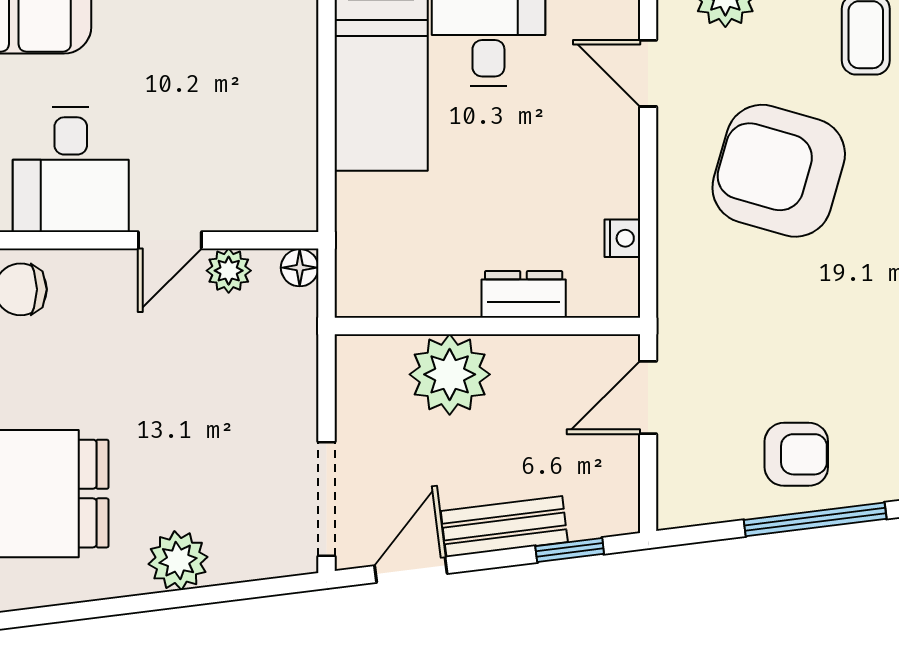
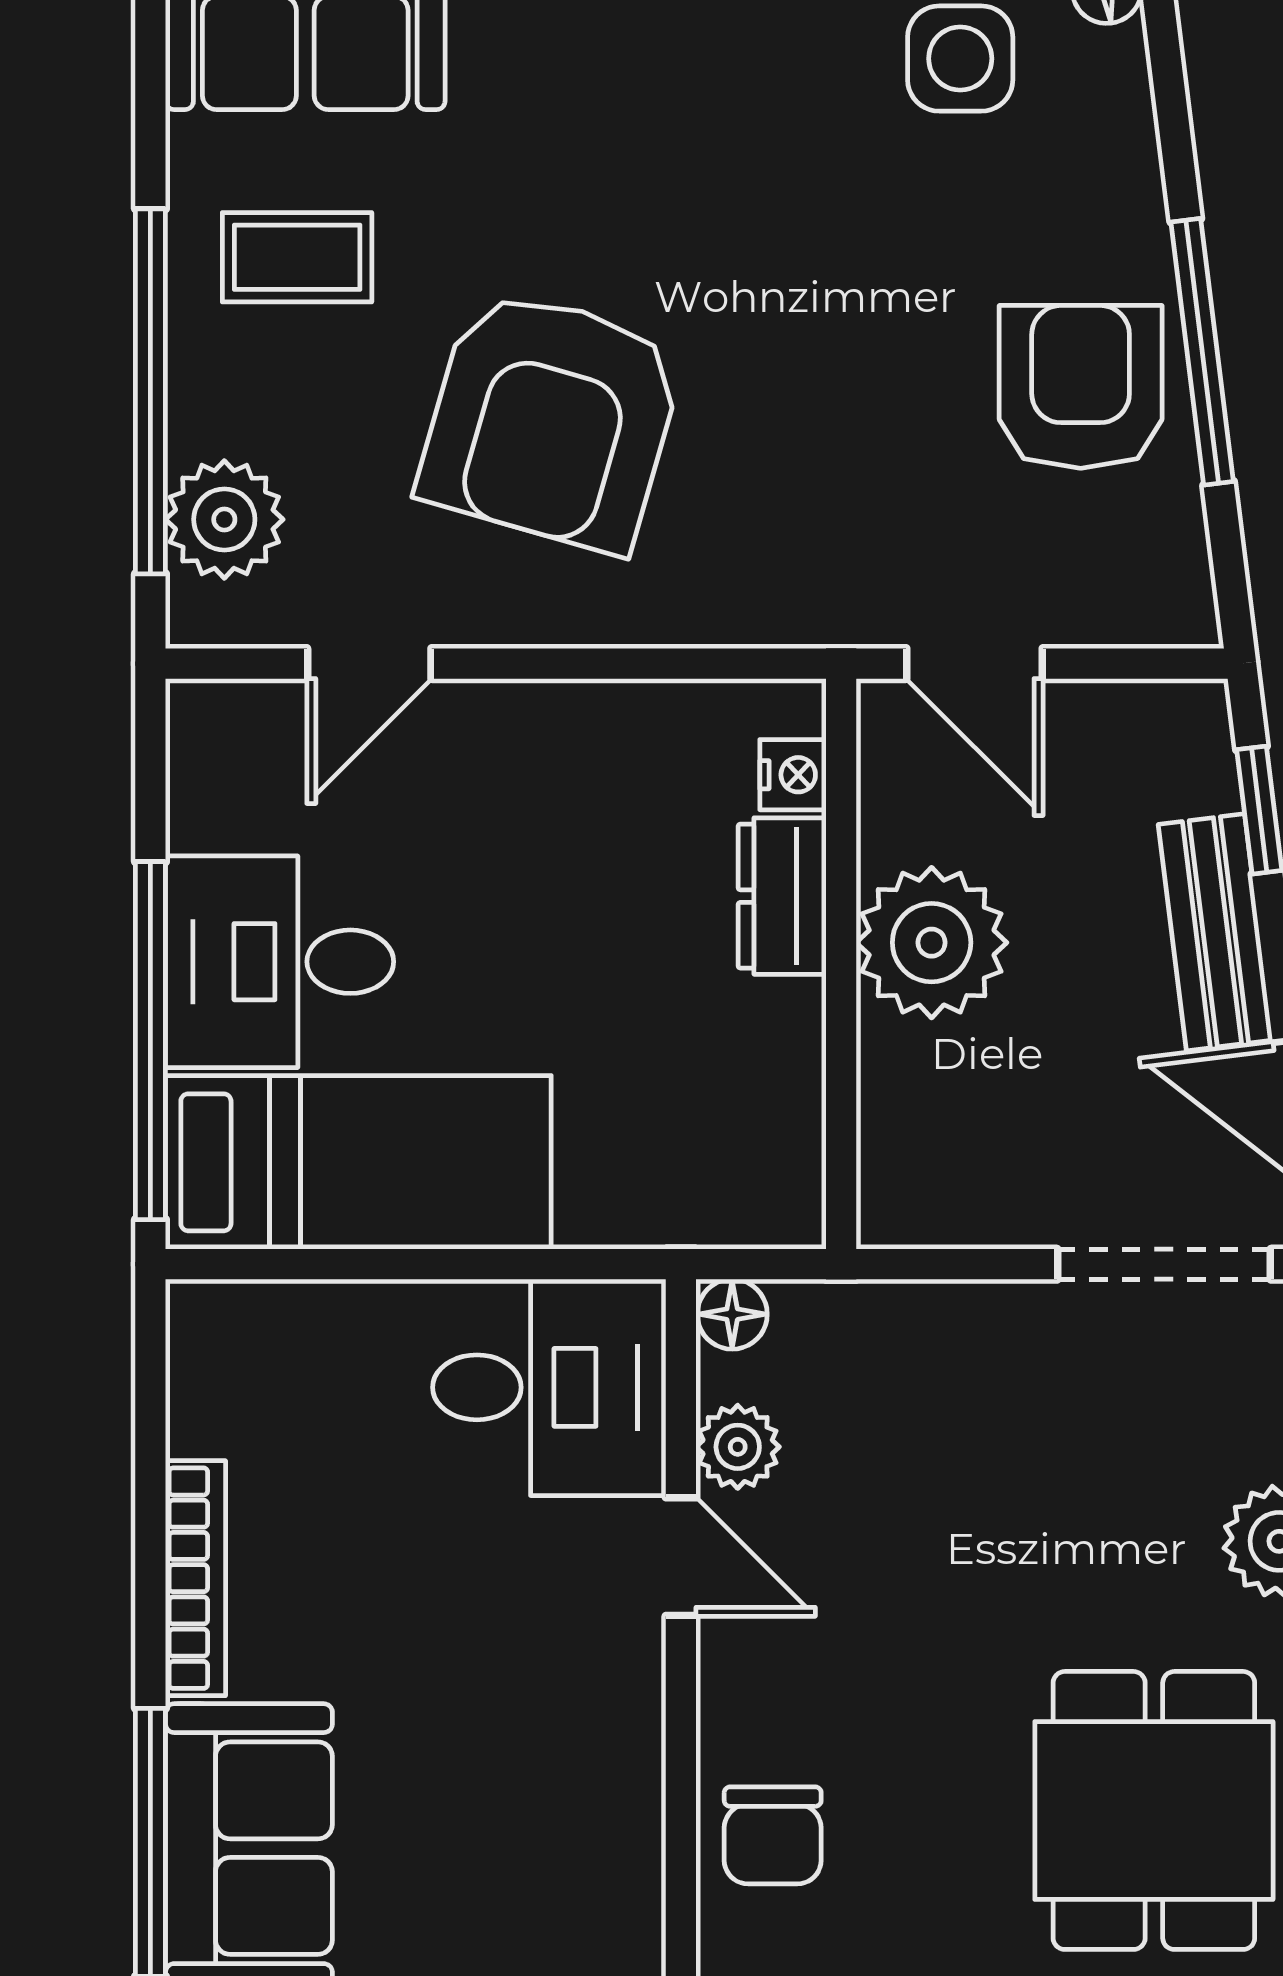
desk: (71, 170) -> (549, 1387), moved
nightstand: (622, 238) -> (793, 775), moved, turned 90
plant: (450, 374) -> (932, 943), moved
armchair: (796, 454) -> (1081, 387), width x1.38, depth x1.38

